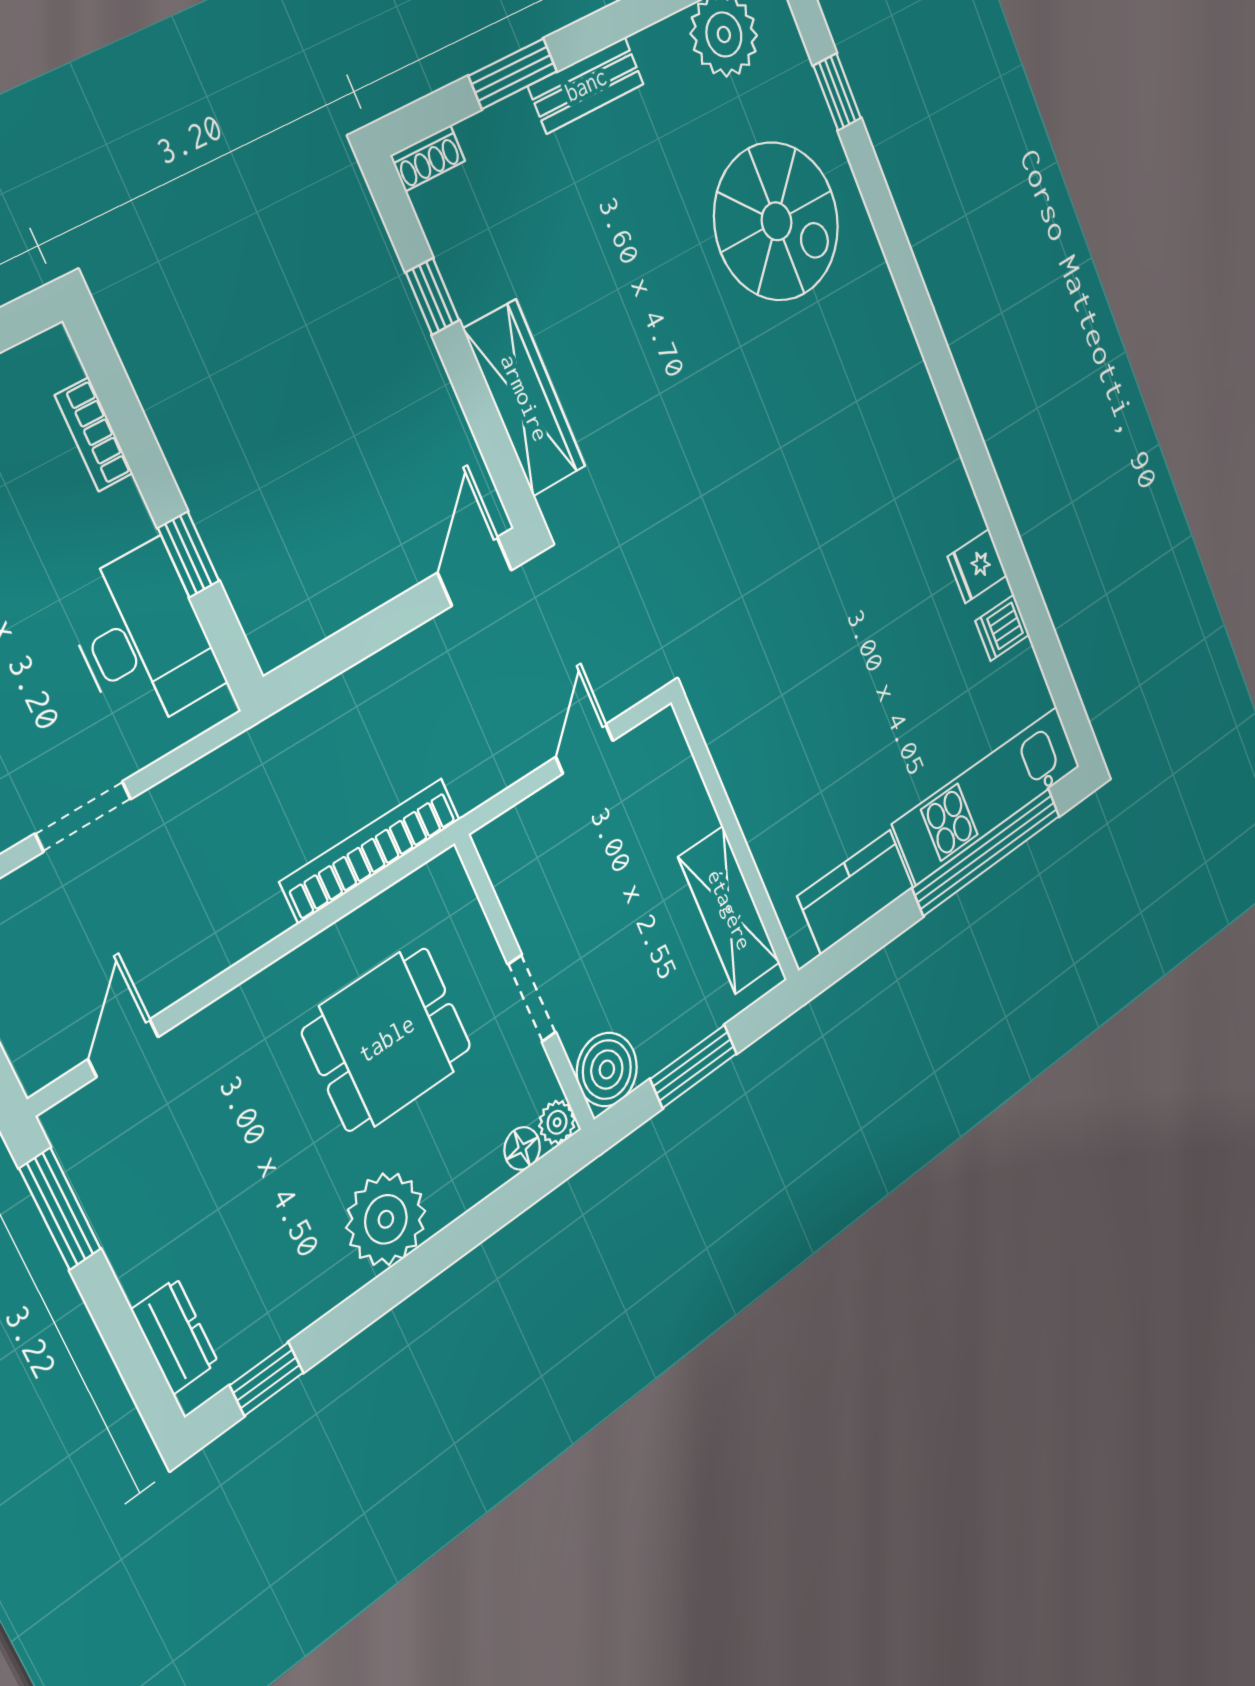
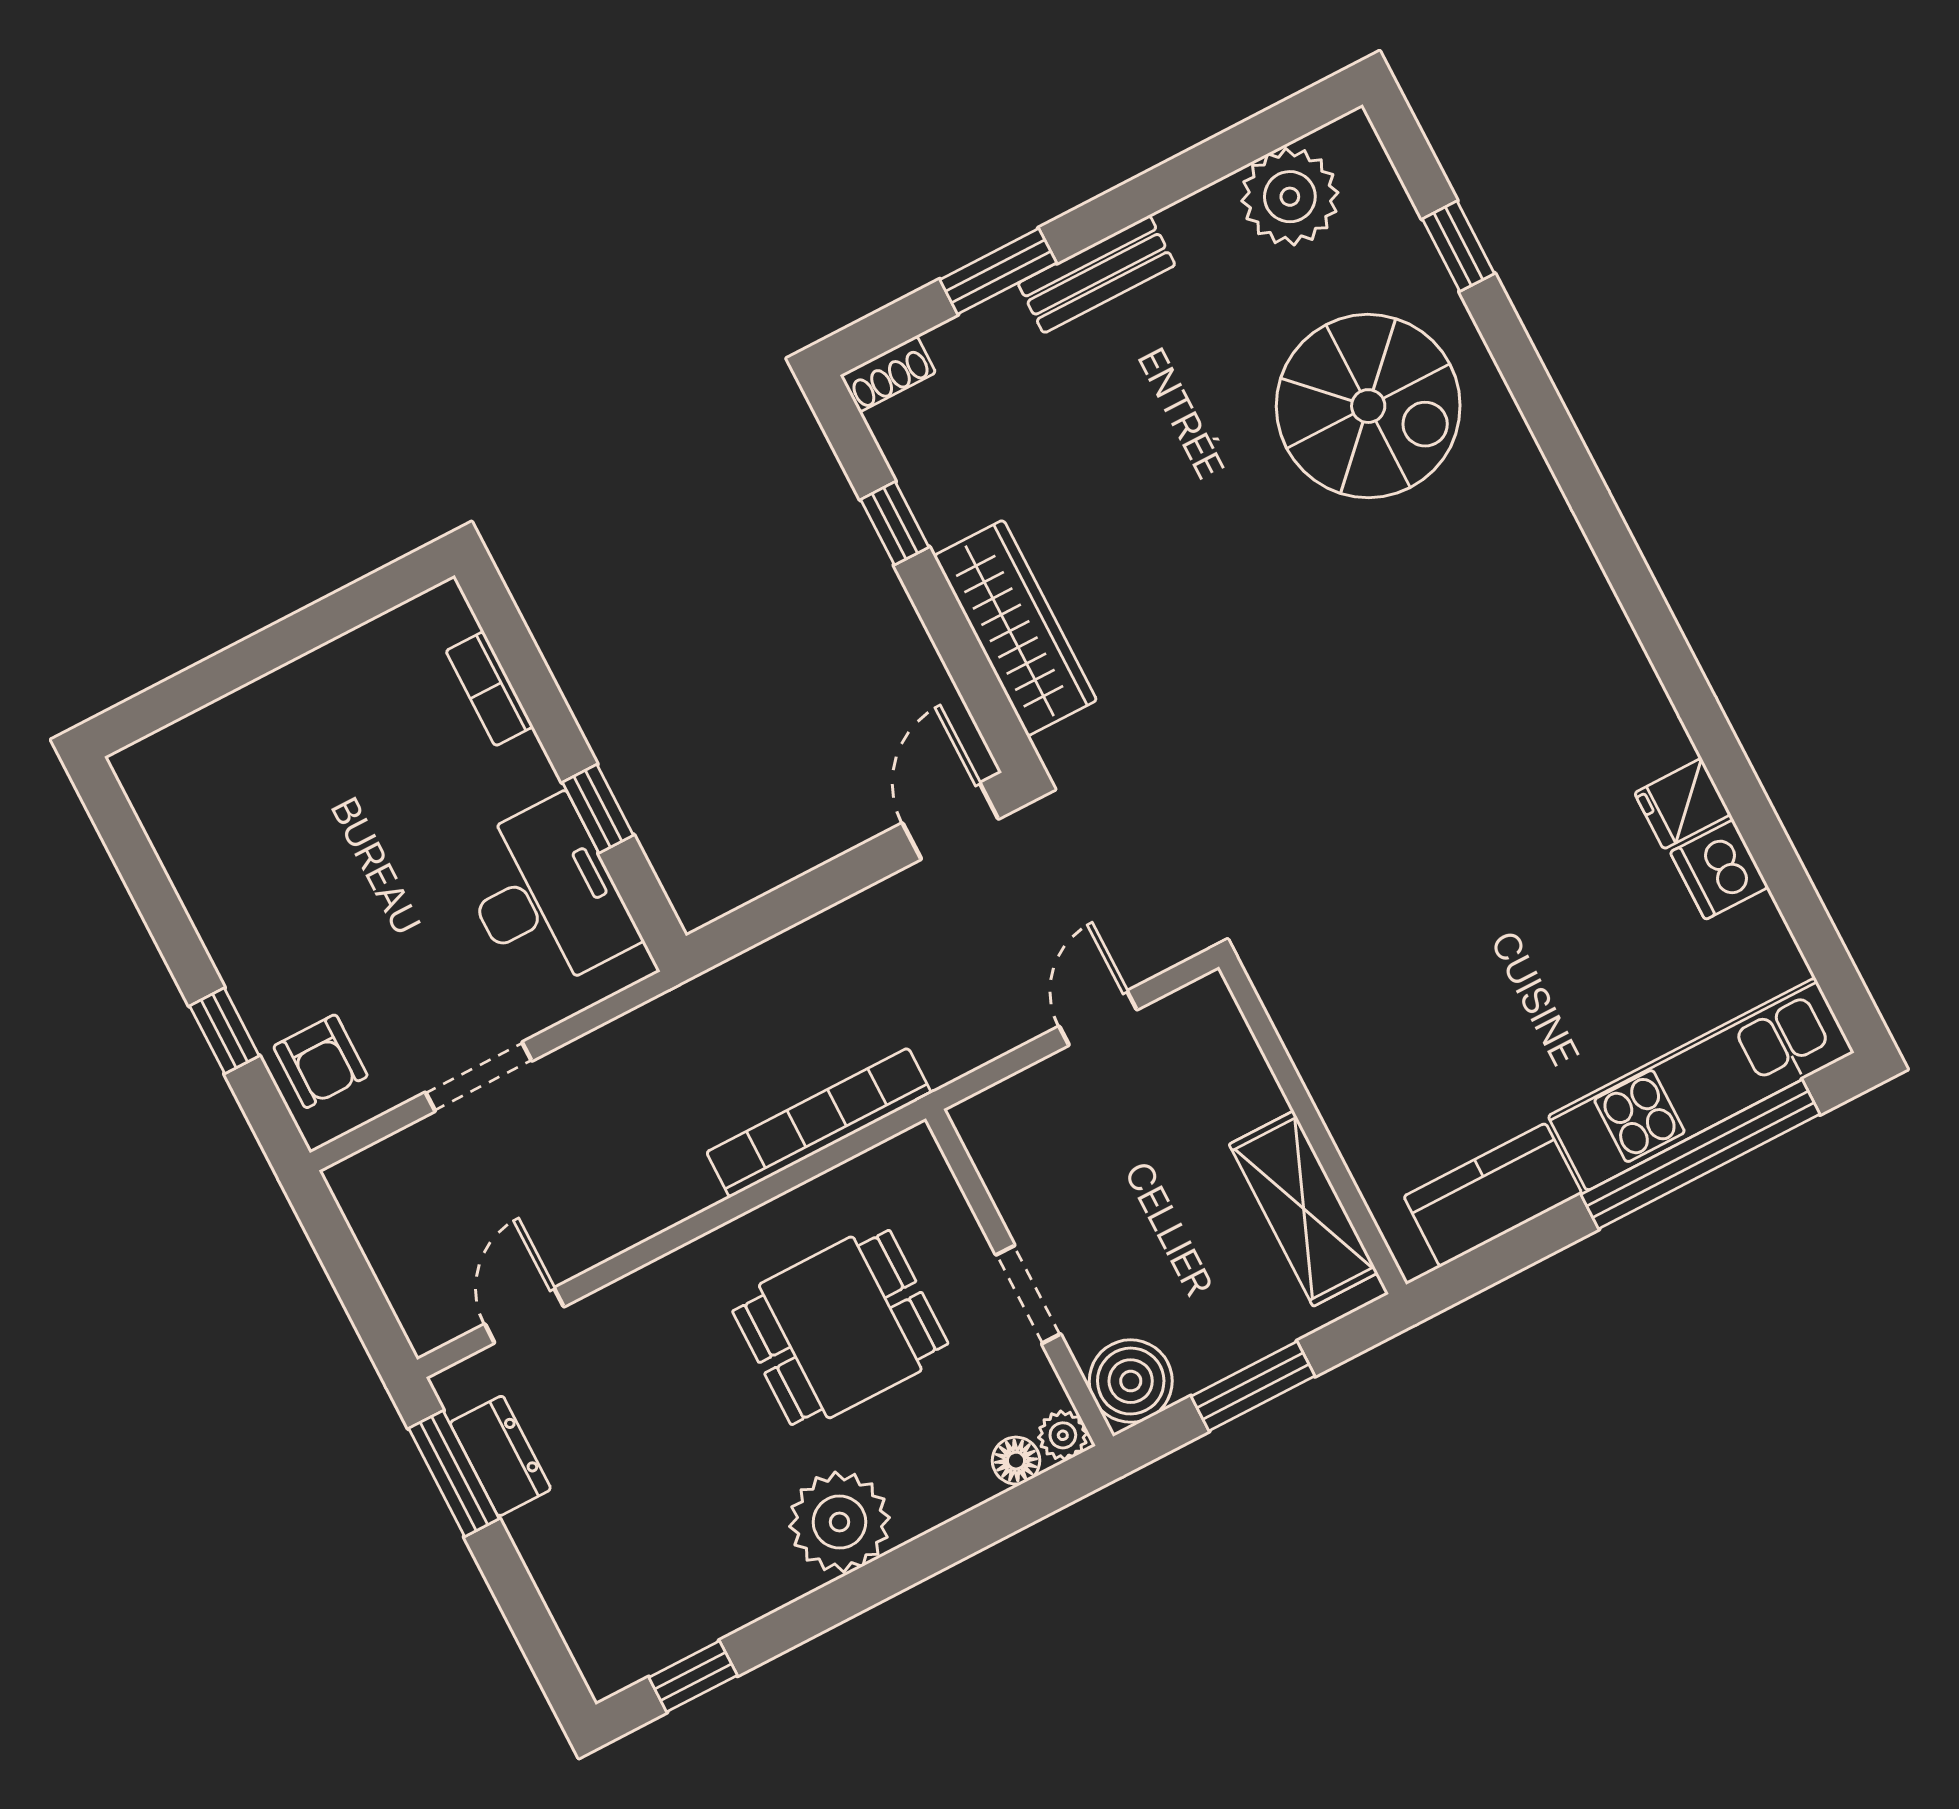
dishwasher: (1002, 628) -> (1719, 870), width x1.38
dresser: (175, 1336) -> (500, 1456), moved

